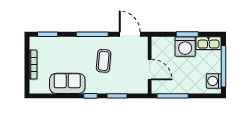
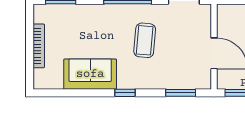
window: (117, 96) -> (181, 93), moved

